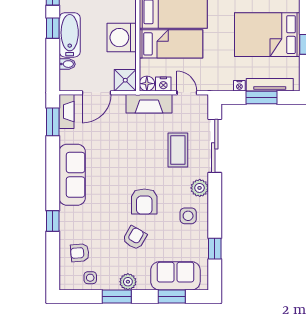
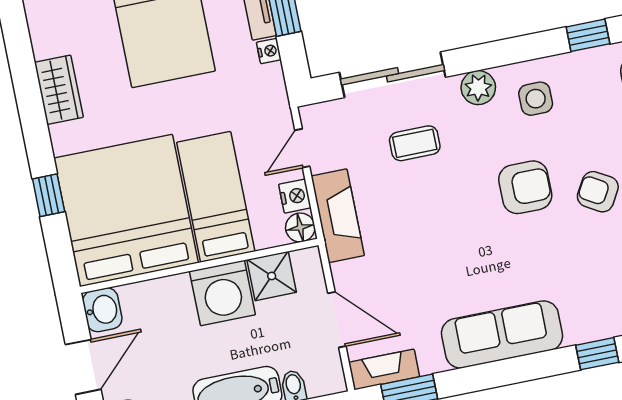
shower: (125, 80) -> (272, 276), moved
coffee table: (178, 150) -> (415, 143), width x0.73, depth x0.77

